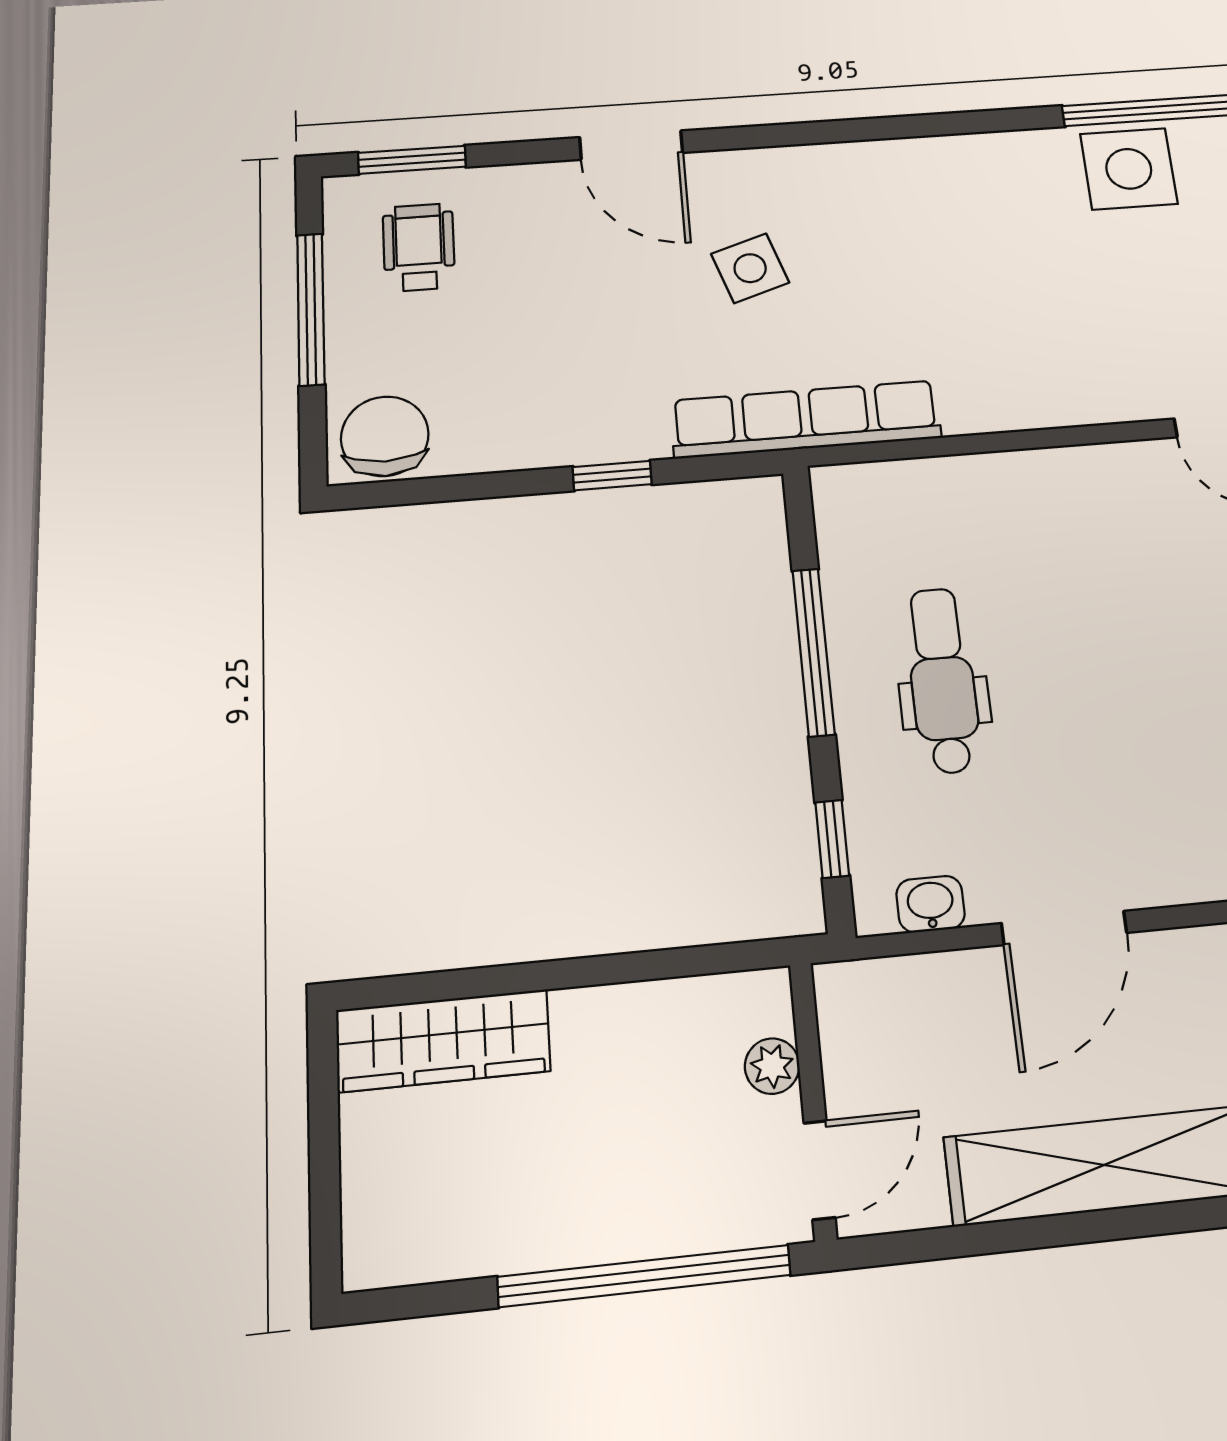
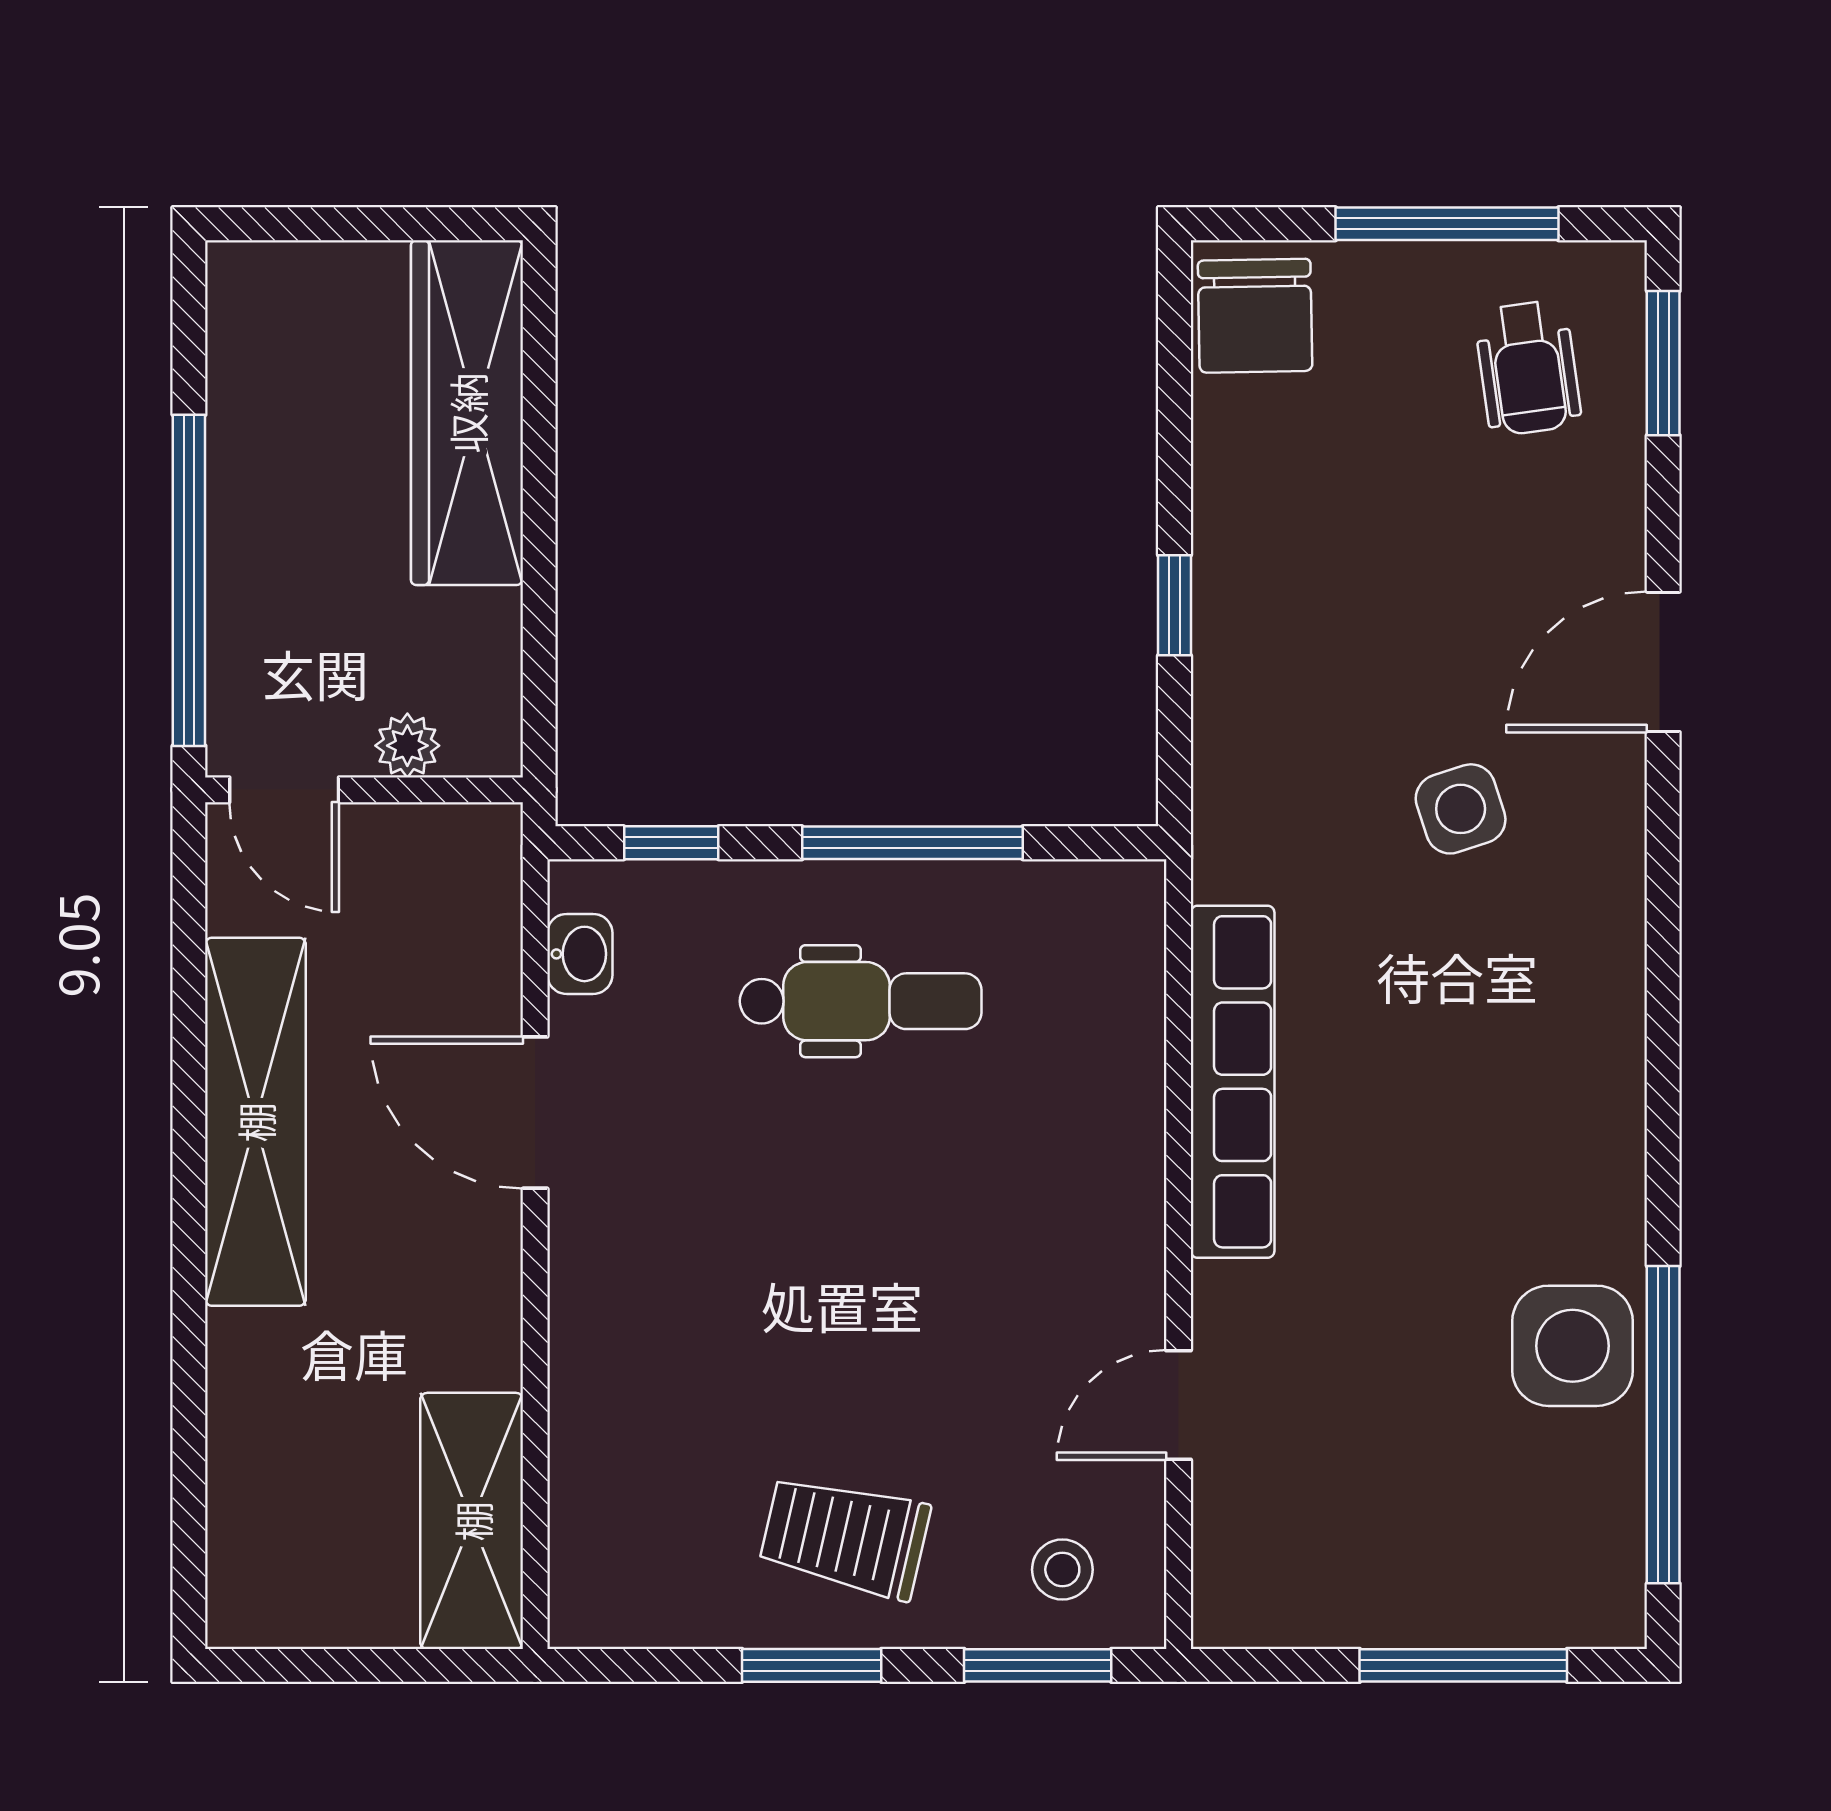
wheelchair: (419, 247) -> (1528, 368), turned 82
row of seats: (806, 419) -> (1233, 1082), moved
chair: (385, 436) -> (1255, 316), turned 89
wardrobe: (443, 1041) -> (467, 413), width x1.40, depth x1.17

